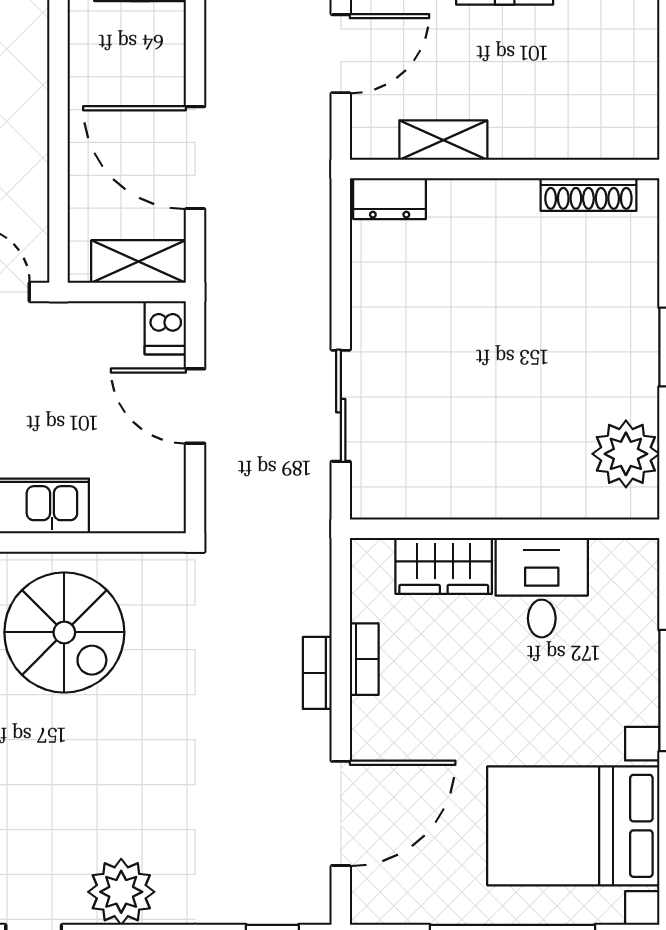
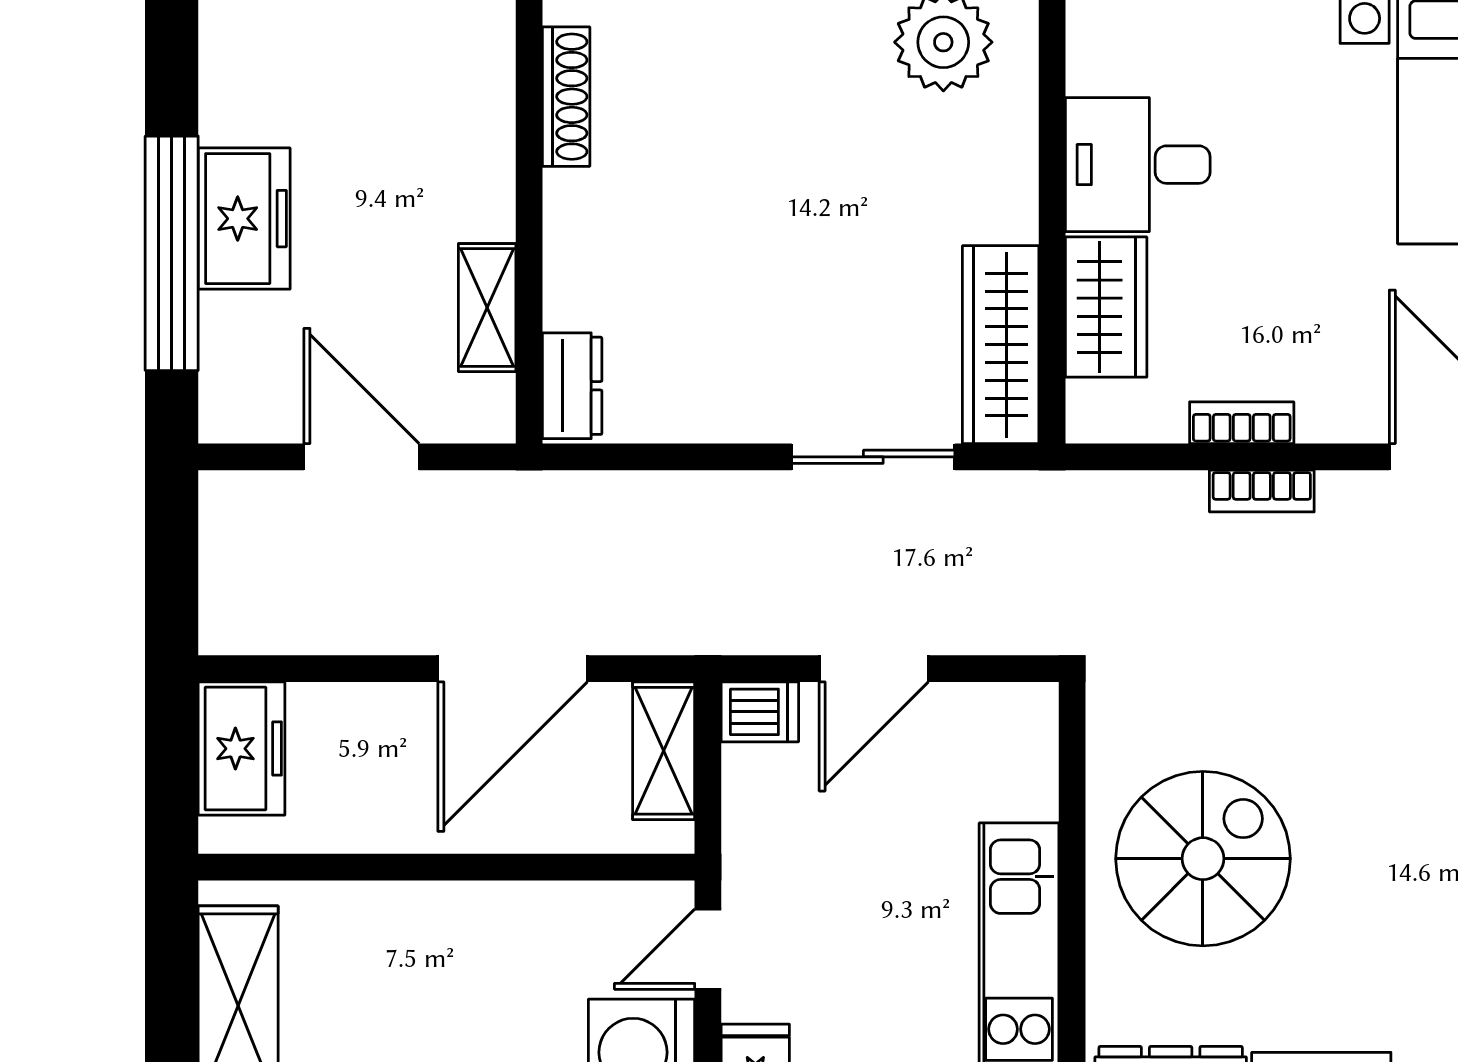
wardrobe: (418, 493) -> (1001, 345), added

